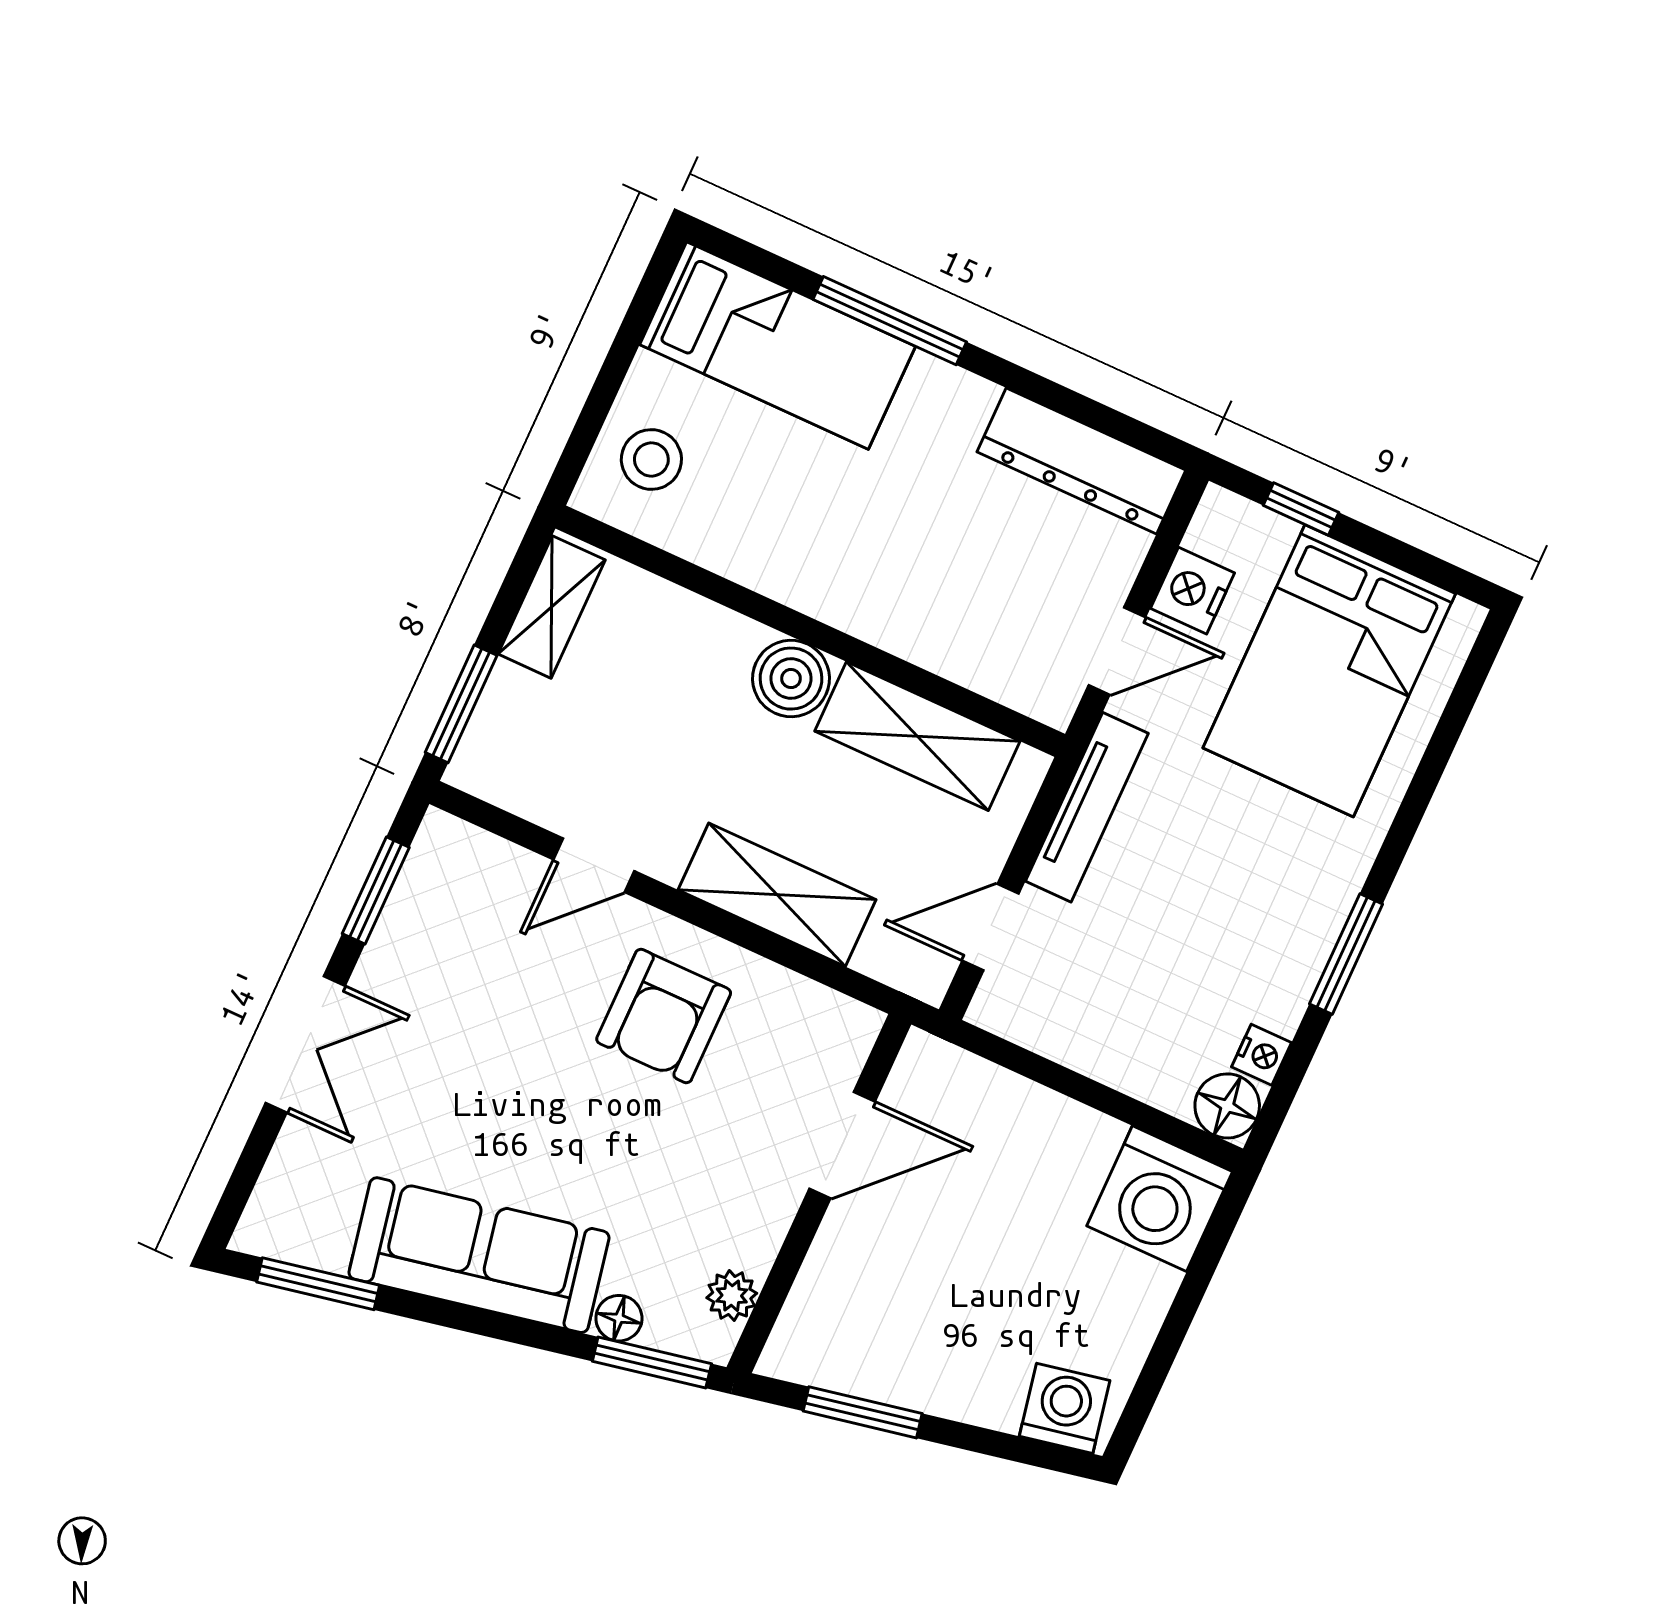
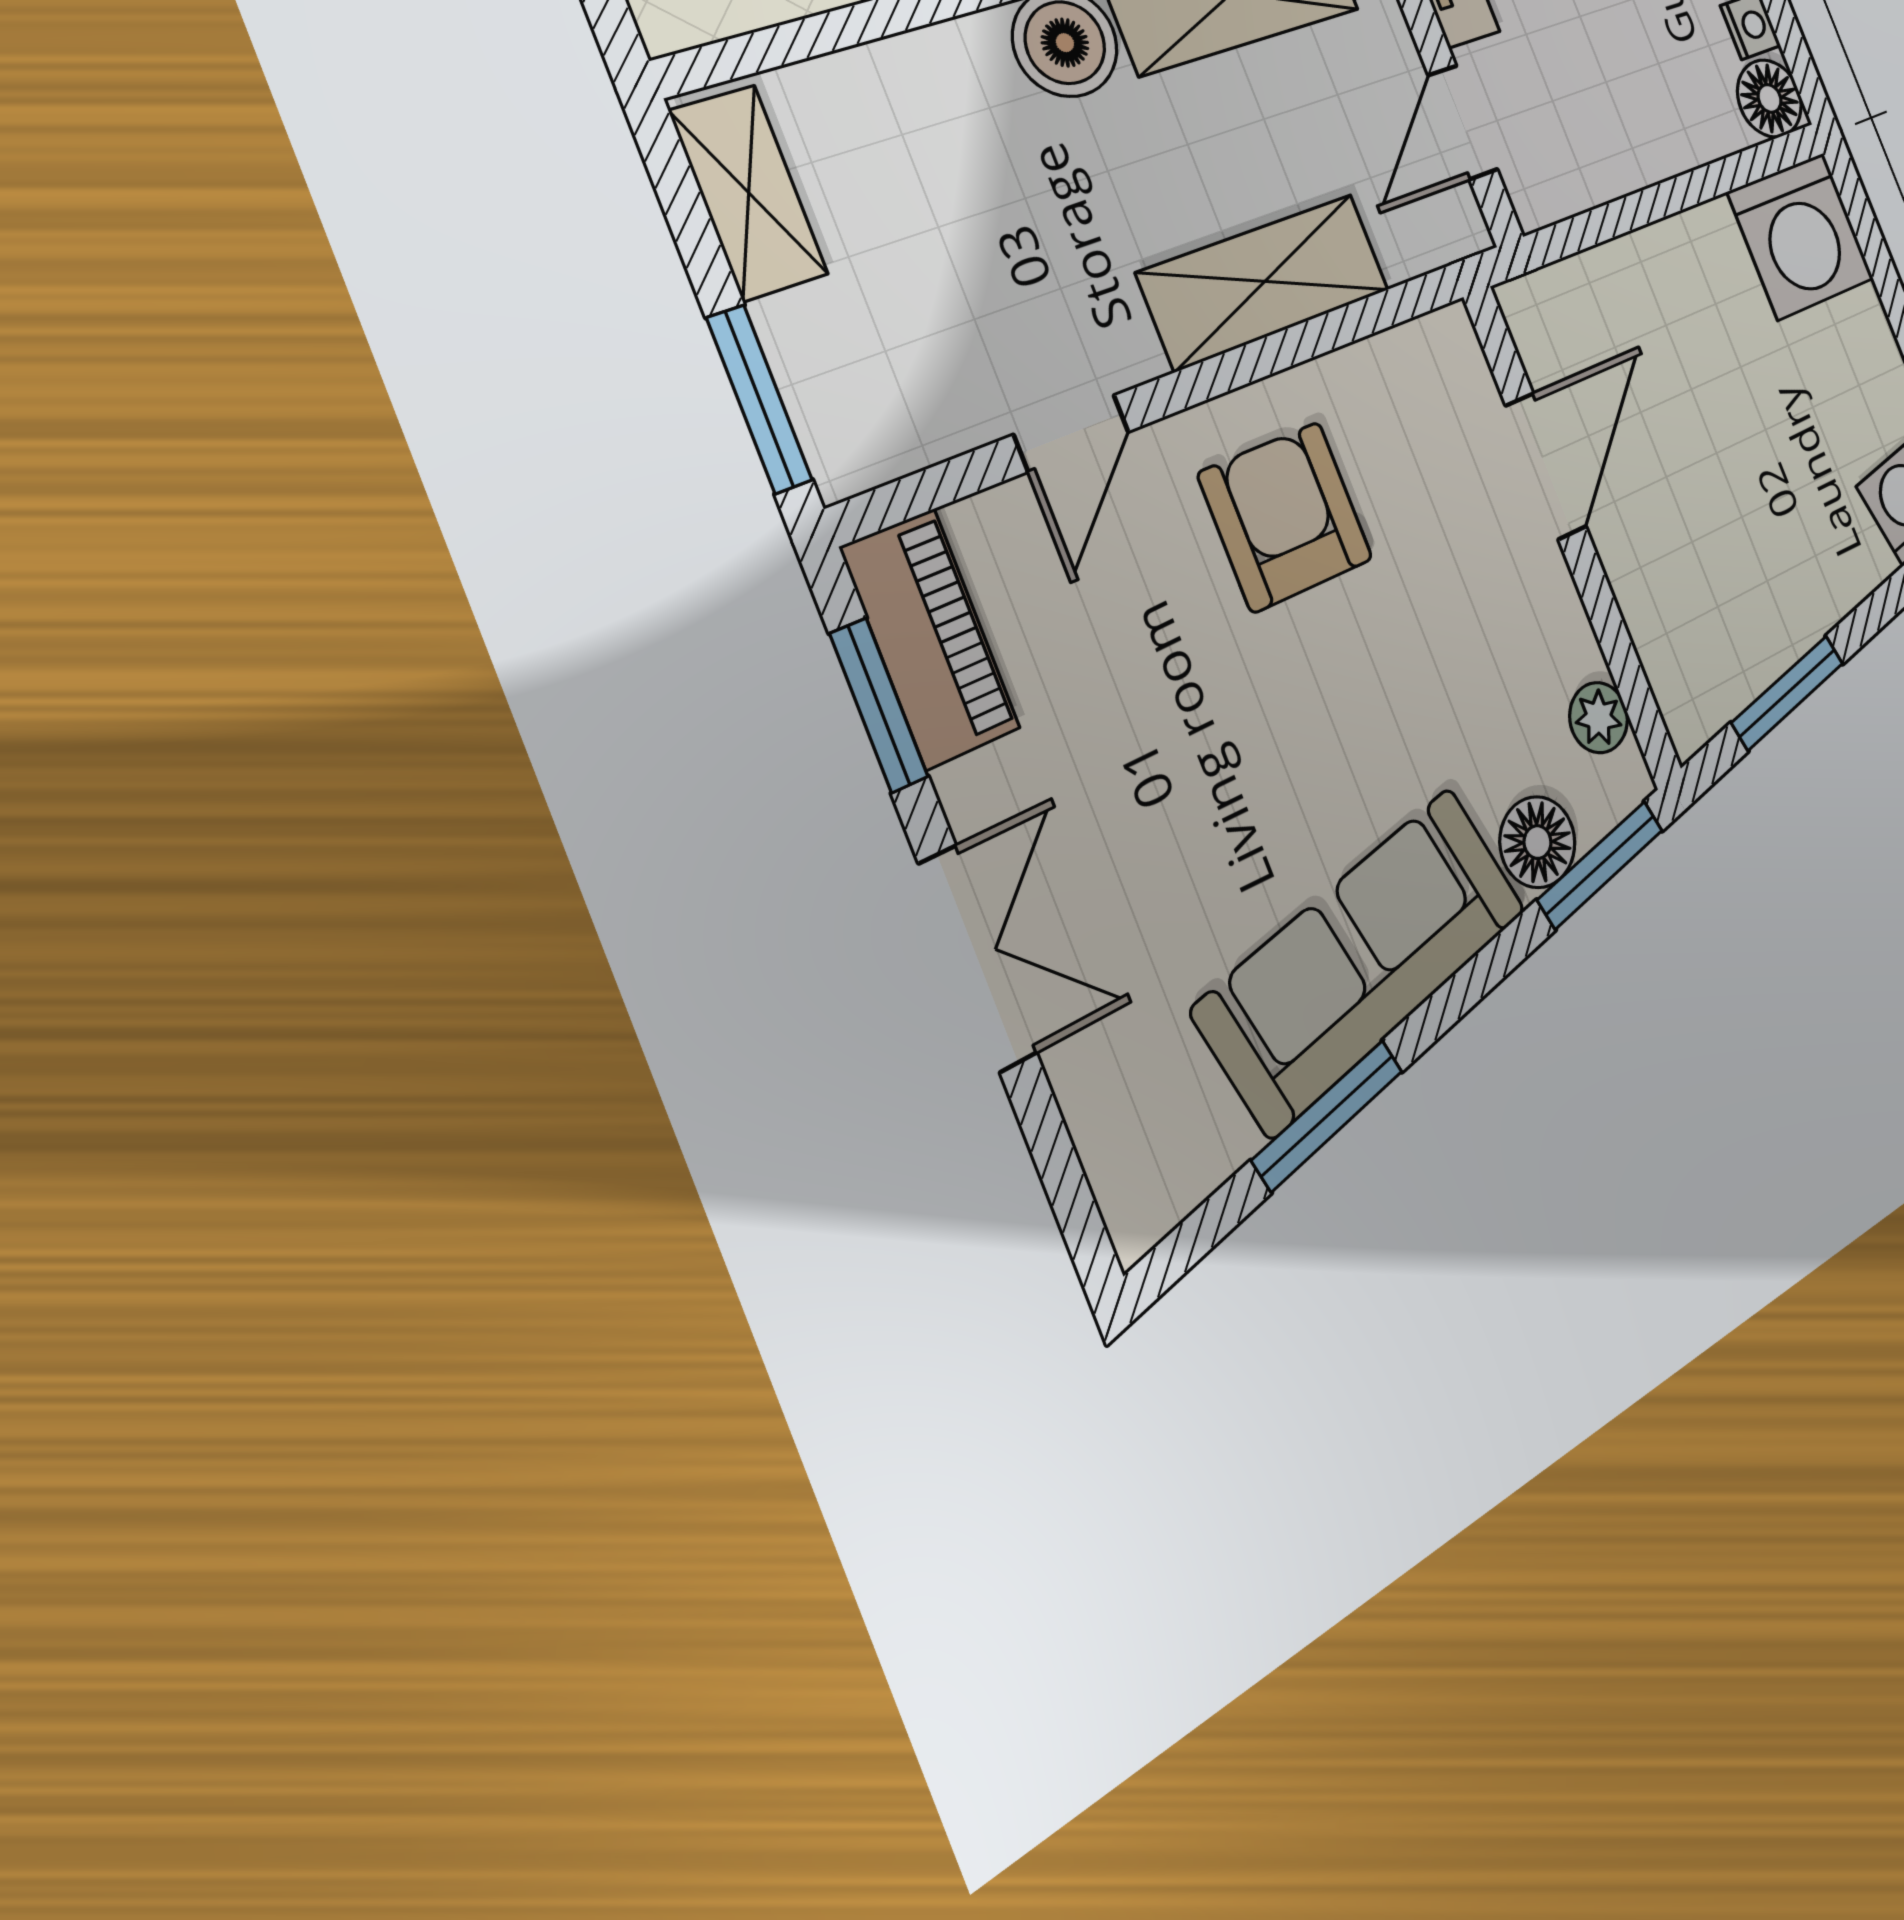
piano: (429, 886) -> (930, 638), added
armchair: (664, 1016) -> (1286, 517), turned 180
window: (318, 1284) -> (1328, 1115), moved
floor lamp: (619, 1318) -> (1538, 842), width x1.37, depth x1.37

